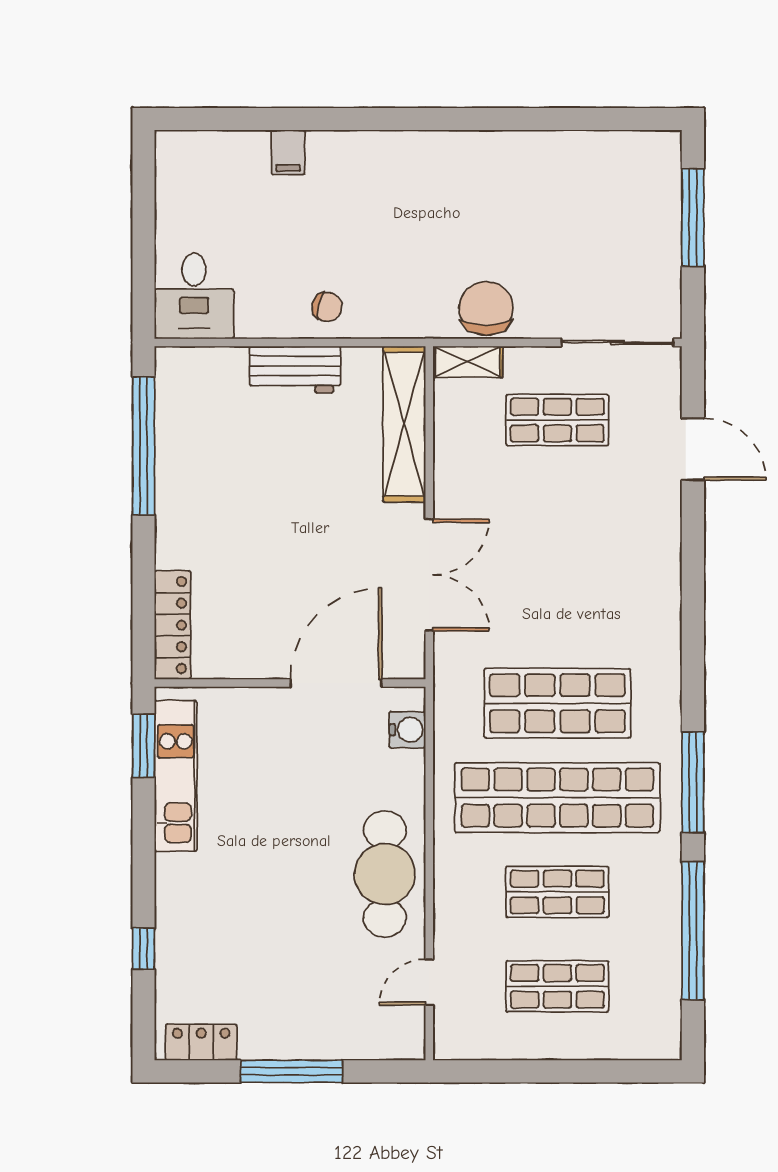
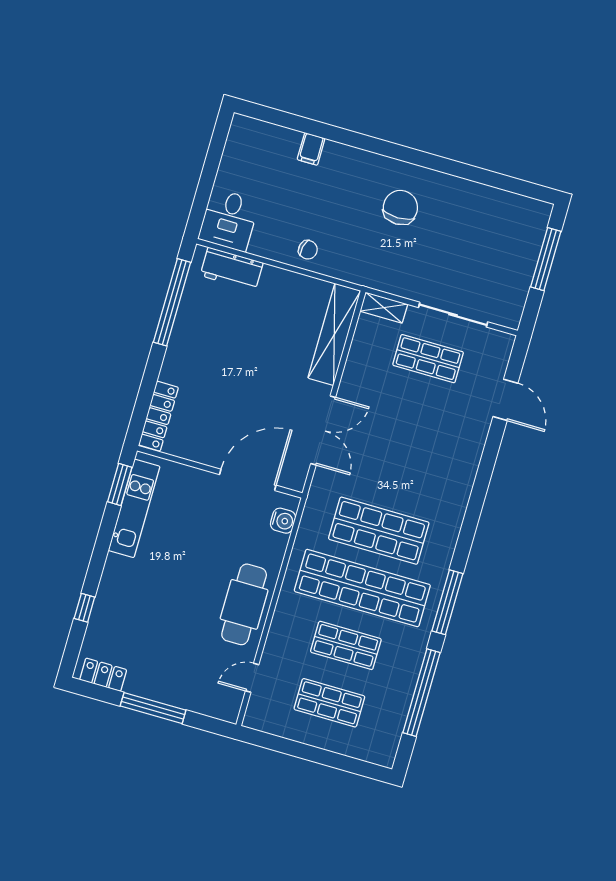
chair: (486, 308) -> (400, 207), moved
sliding door: (617, 342) -> (453, 315), moved
workbench: (295, 370) -> (232, 269), moved

